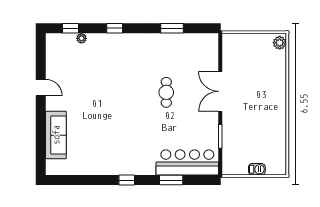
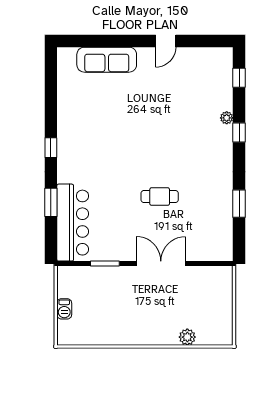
plant: (81, 38) -> (227, 118), moved
plant: (280, 43) -> (187, 337), moved

